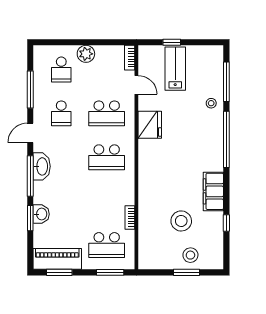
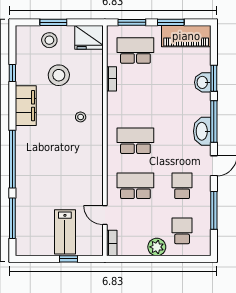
stool: (211, 103) -> (81, 117), moved
fridge: (150, 125) -> (89, 37), moved, turned -90
window: (59, 272) -> (171, 22), moved

